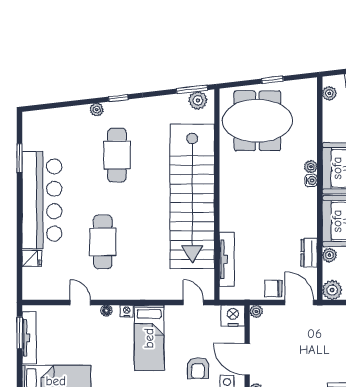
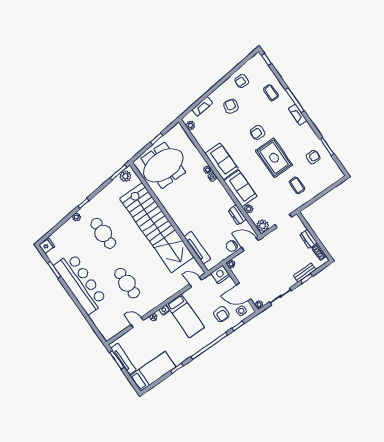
fridge: (32, 258) -> (47, 246), moved

